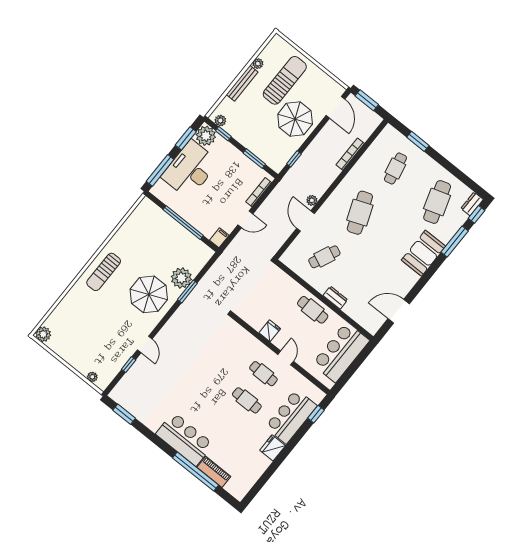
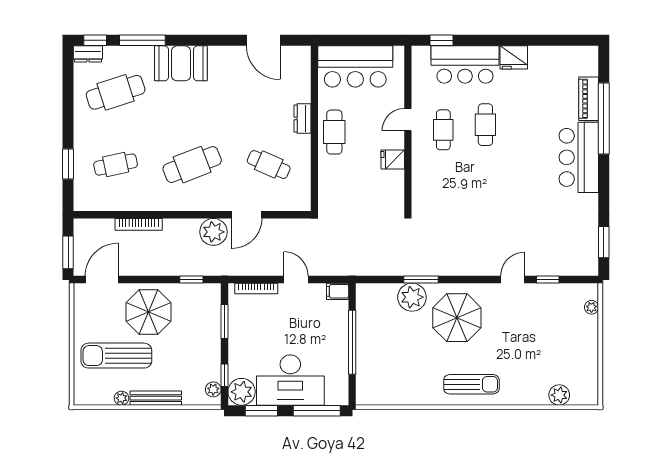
plant: (312, 200) -> (213, 232), width x1.87, depth x1.87
plant: (43, 334) -> (559, 395), moved

